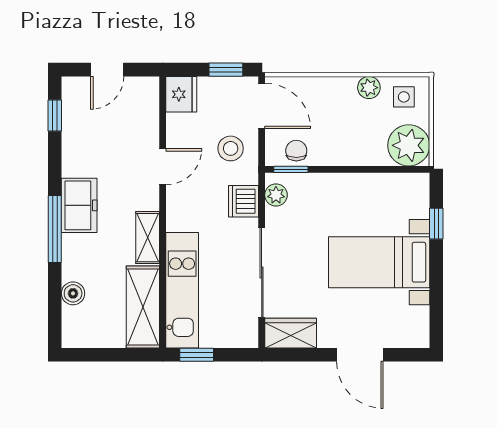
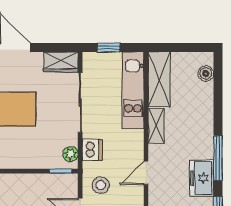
chair: (296, 151) -> (57, 184), removed
freezer: (79, 205) -> (202, 178), moved
window: (55, 229) -> (218, 158), moved
boiler: (73, 293) -> (206, 73), moved
window: (197, 355) -> (108, 48), moved

